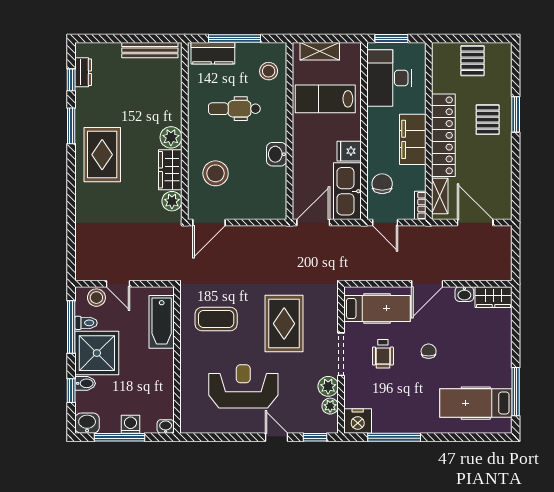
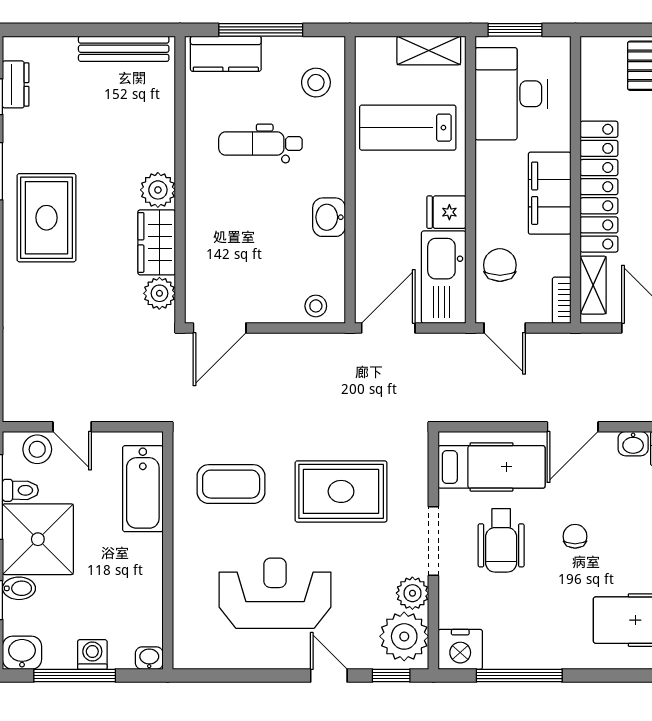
shelving: (320, 51) -> (429, 50), moved
stool: (216, 173) -> (316, 306), moved, width x0.53, depth x0.53
rug: (284, 324) -> (341, 491), turned 90
wheelchair: (383, 354) -> (501, 540), width x1.36, depth x1.37
plant: (330, 406) -> (404, 636), width x1.88, depth x1.88

